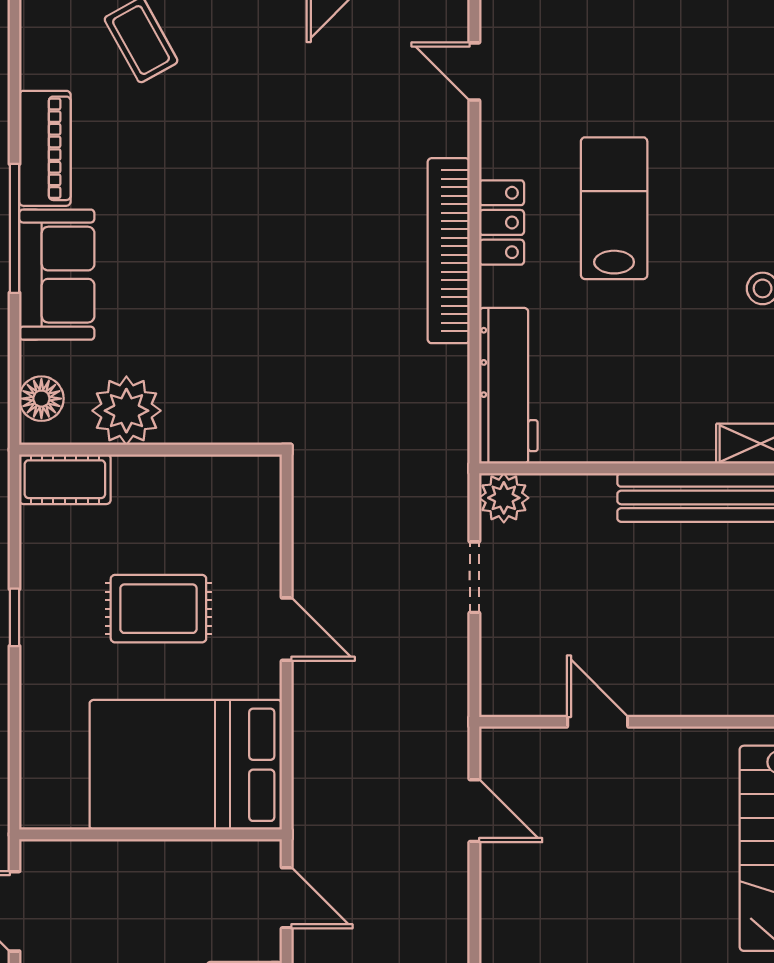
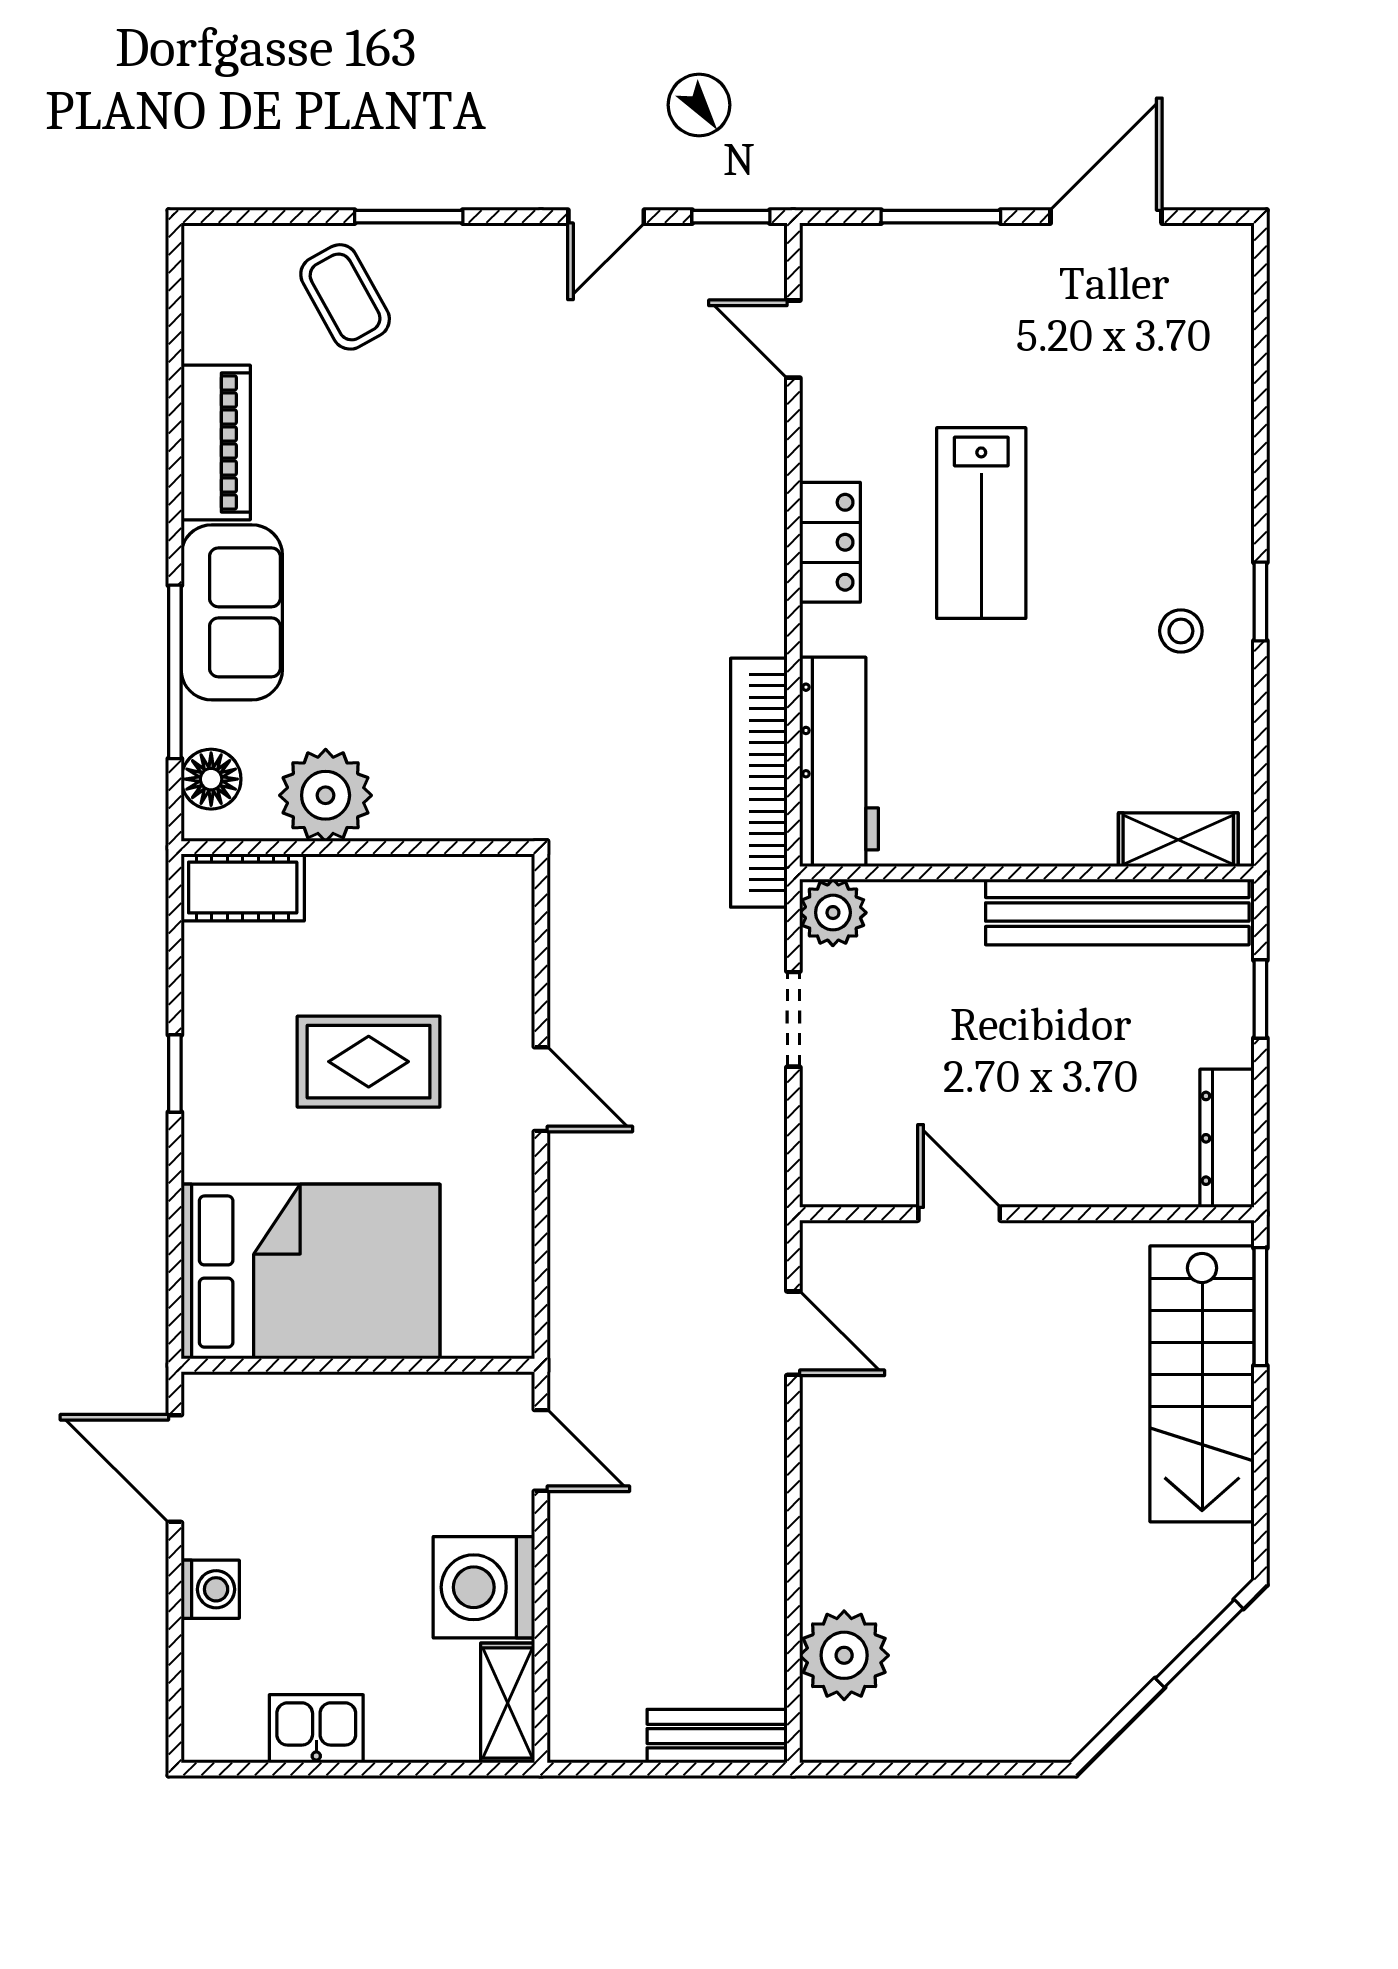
lab bench: (614, 208) -> (981, 523), turned 180
window: (14, 228) -> (175, 672), moved
bookcase: (449, 251) -> (759, 783), moved
bed: (186, 765) -> (311, 1272), moved, turned 180

